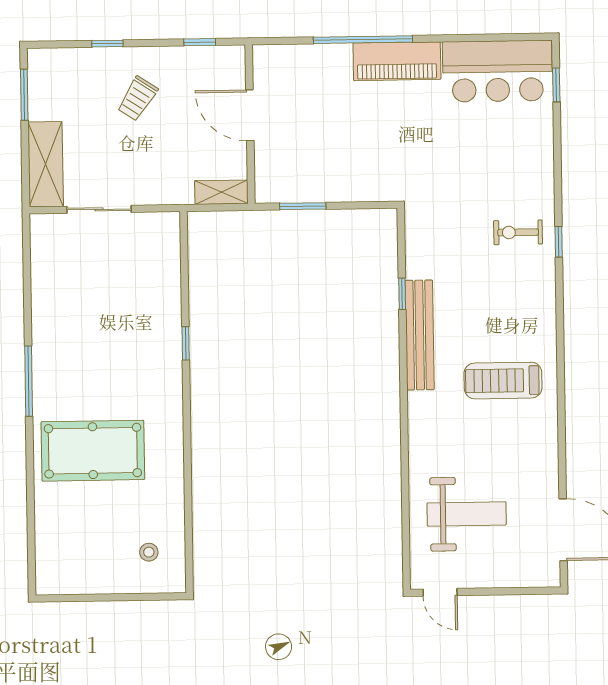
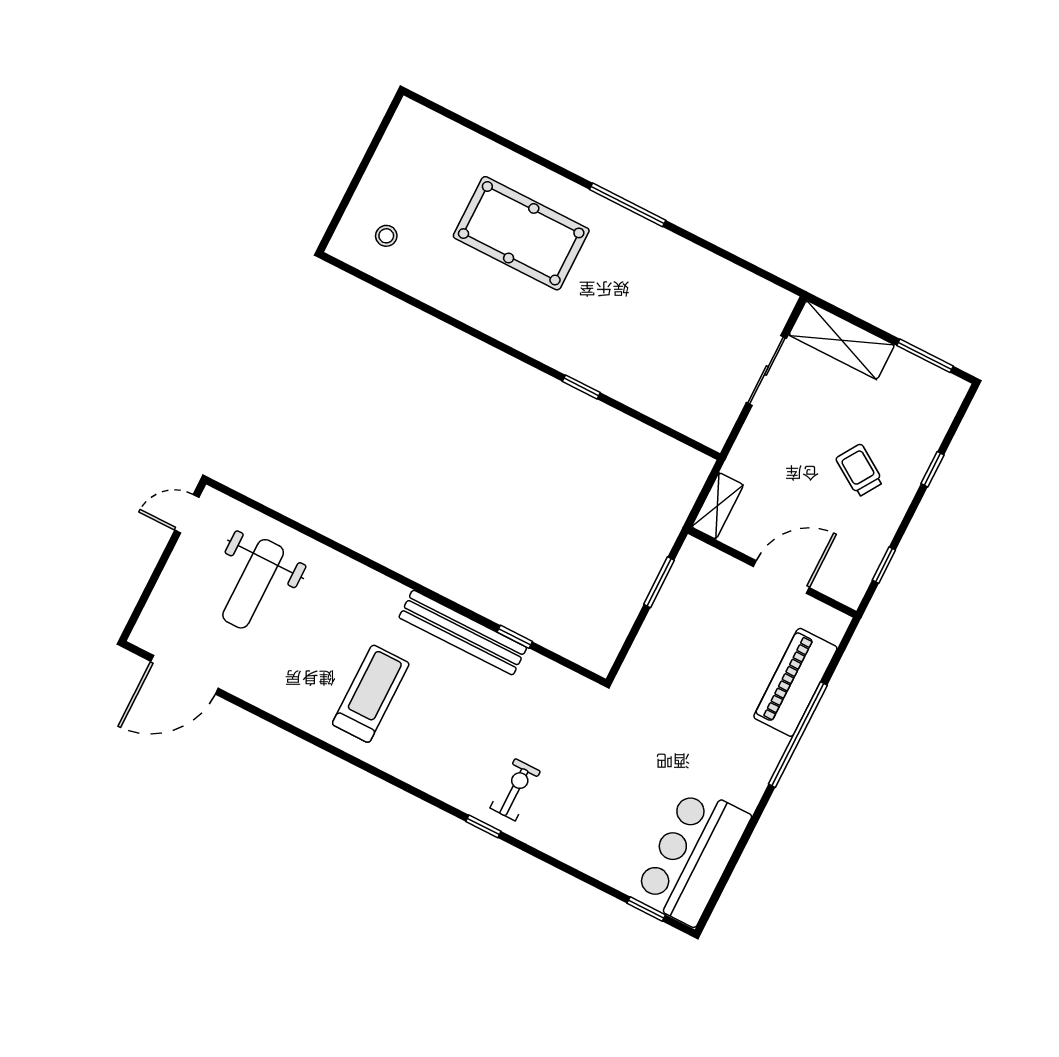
piano: (397, 61) -> (795, 682), moved
pool table: (93, 451) -> (521, 233), turned 90

